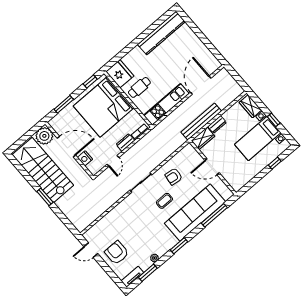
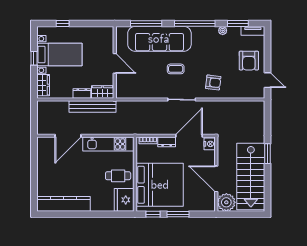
window: (64, 104) -> (178, 214), moved
nightstand: (85, 158) -> (210, 144), moved
door: (113, 161) -> (189, 136), width x1.87
armchair: (174, 177) -> (213, 82), moved
window: (179, 246) -> (195, 23), width x2.11

